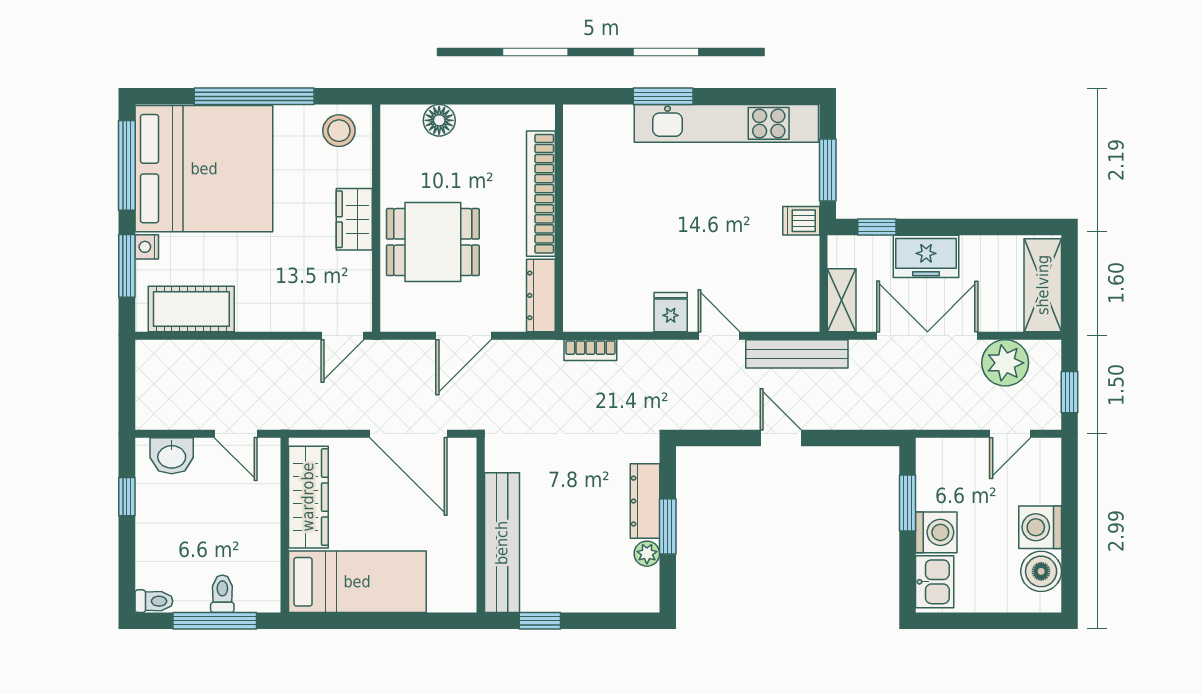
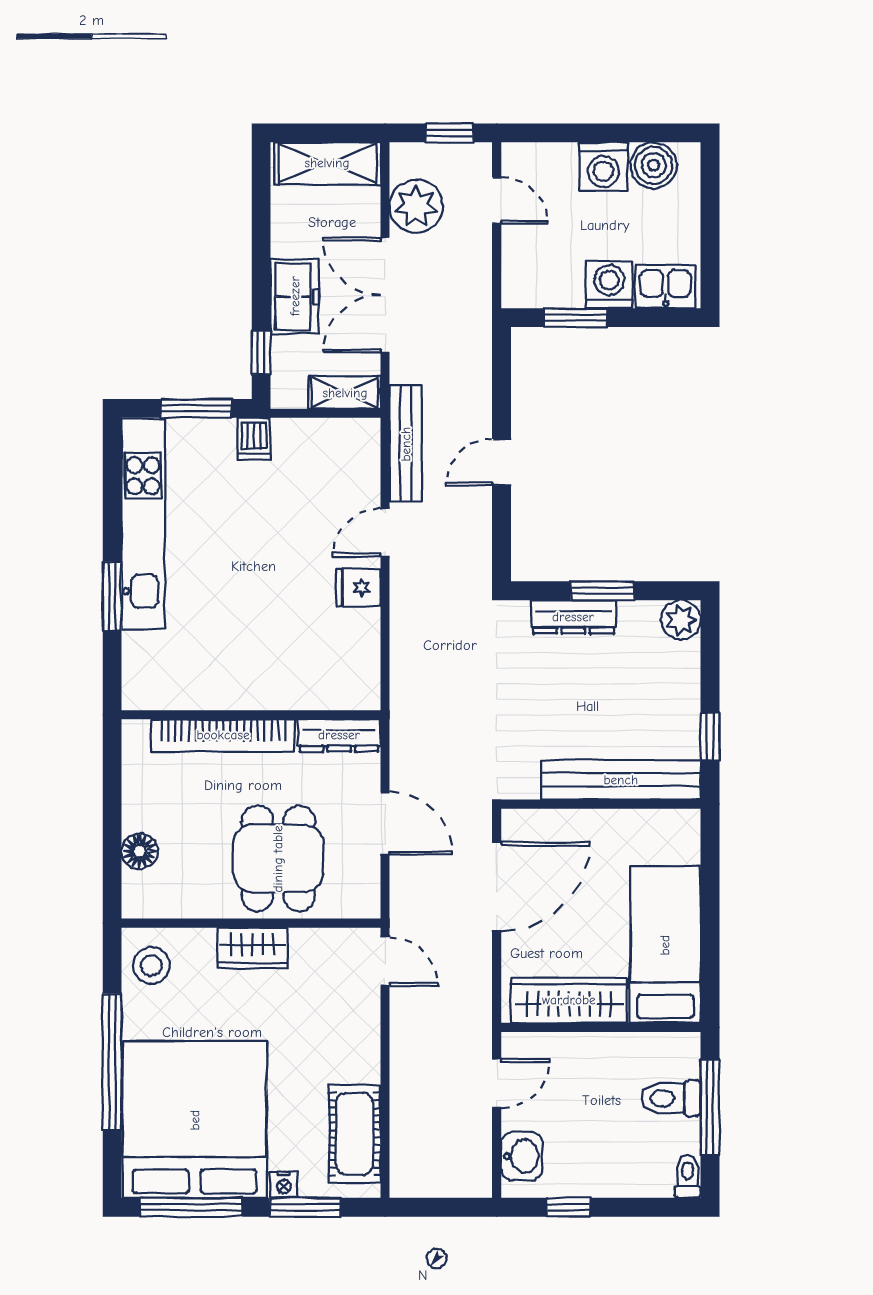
bookcase: (590, 350) -> (401, 679), removed
plant: (647, 554) -> (681, 620), moved, width x1.38, depth x1.38
toilet: (222, 594) -> (671, 1098), width x1.37, depth x1.39

